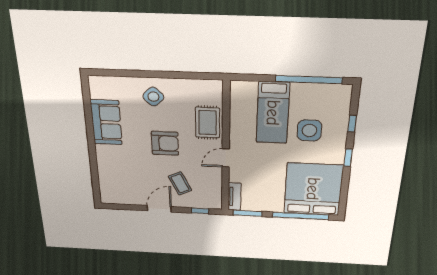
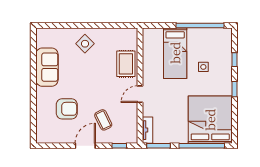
side table: (309, 130) -> (203, 67), width x0.54, depth x0.54
armchair: (165, 143) -> (67, 109), moved

